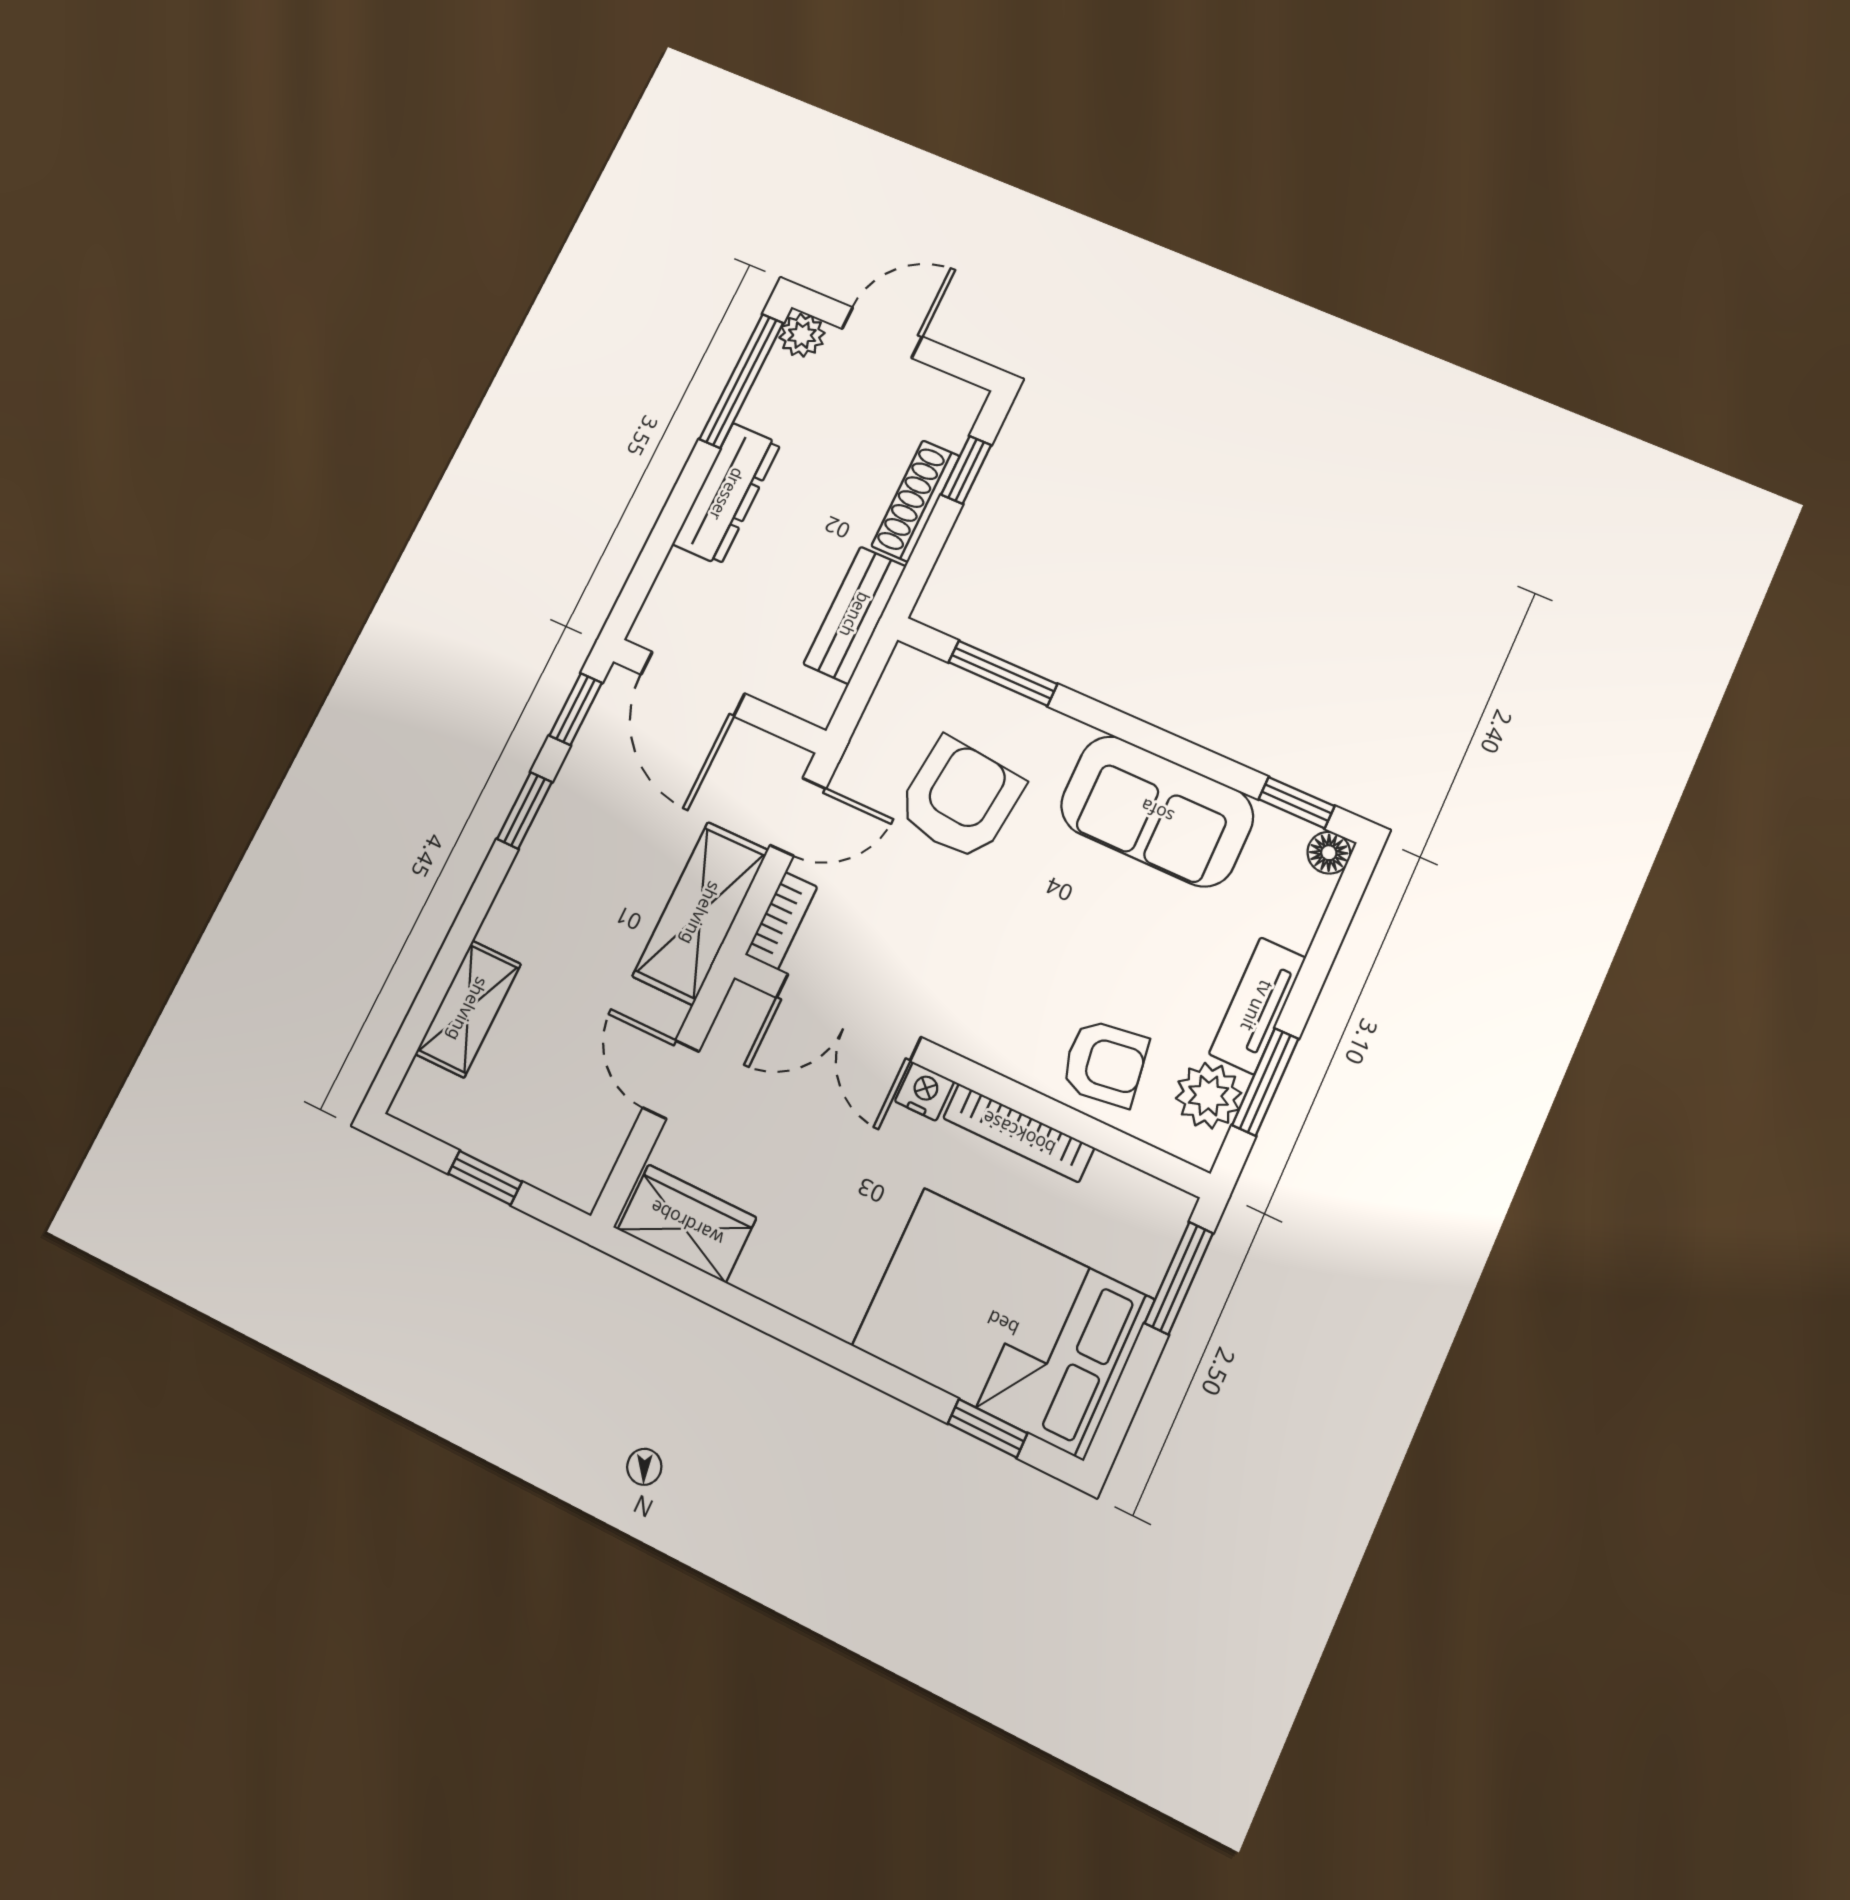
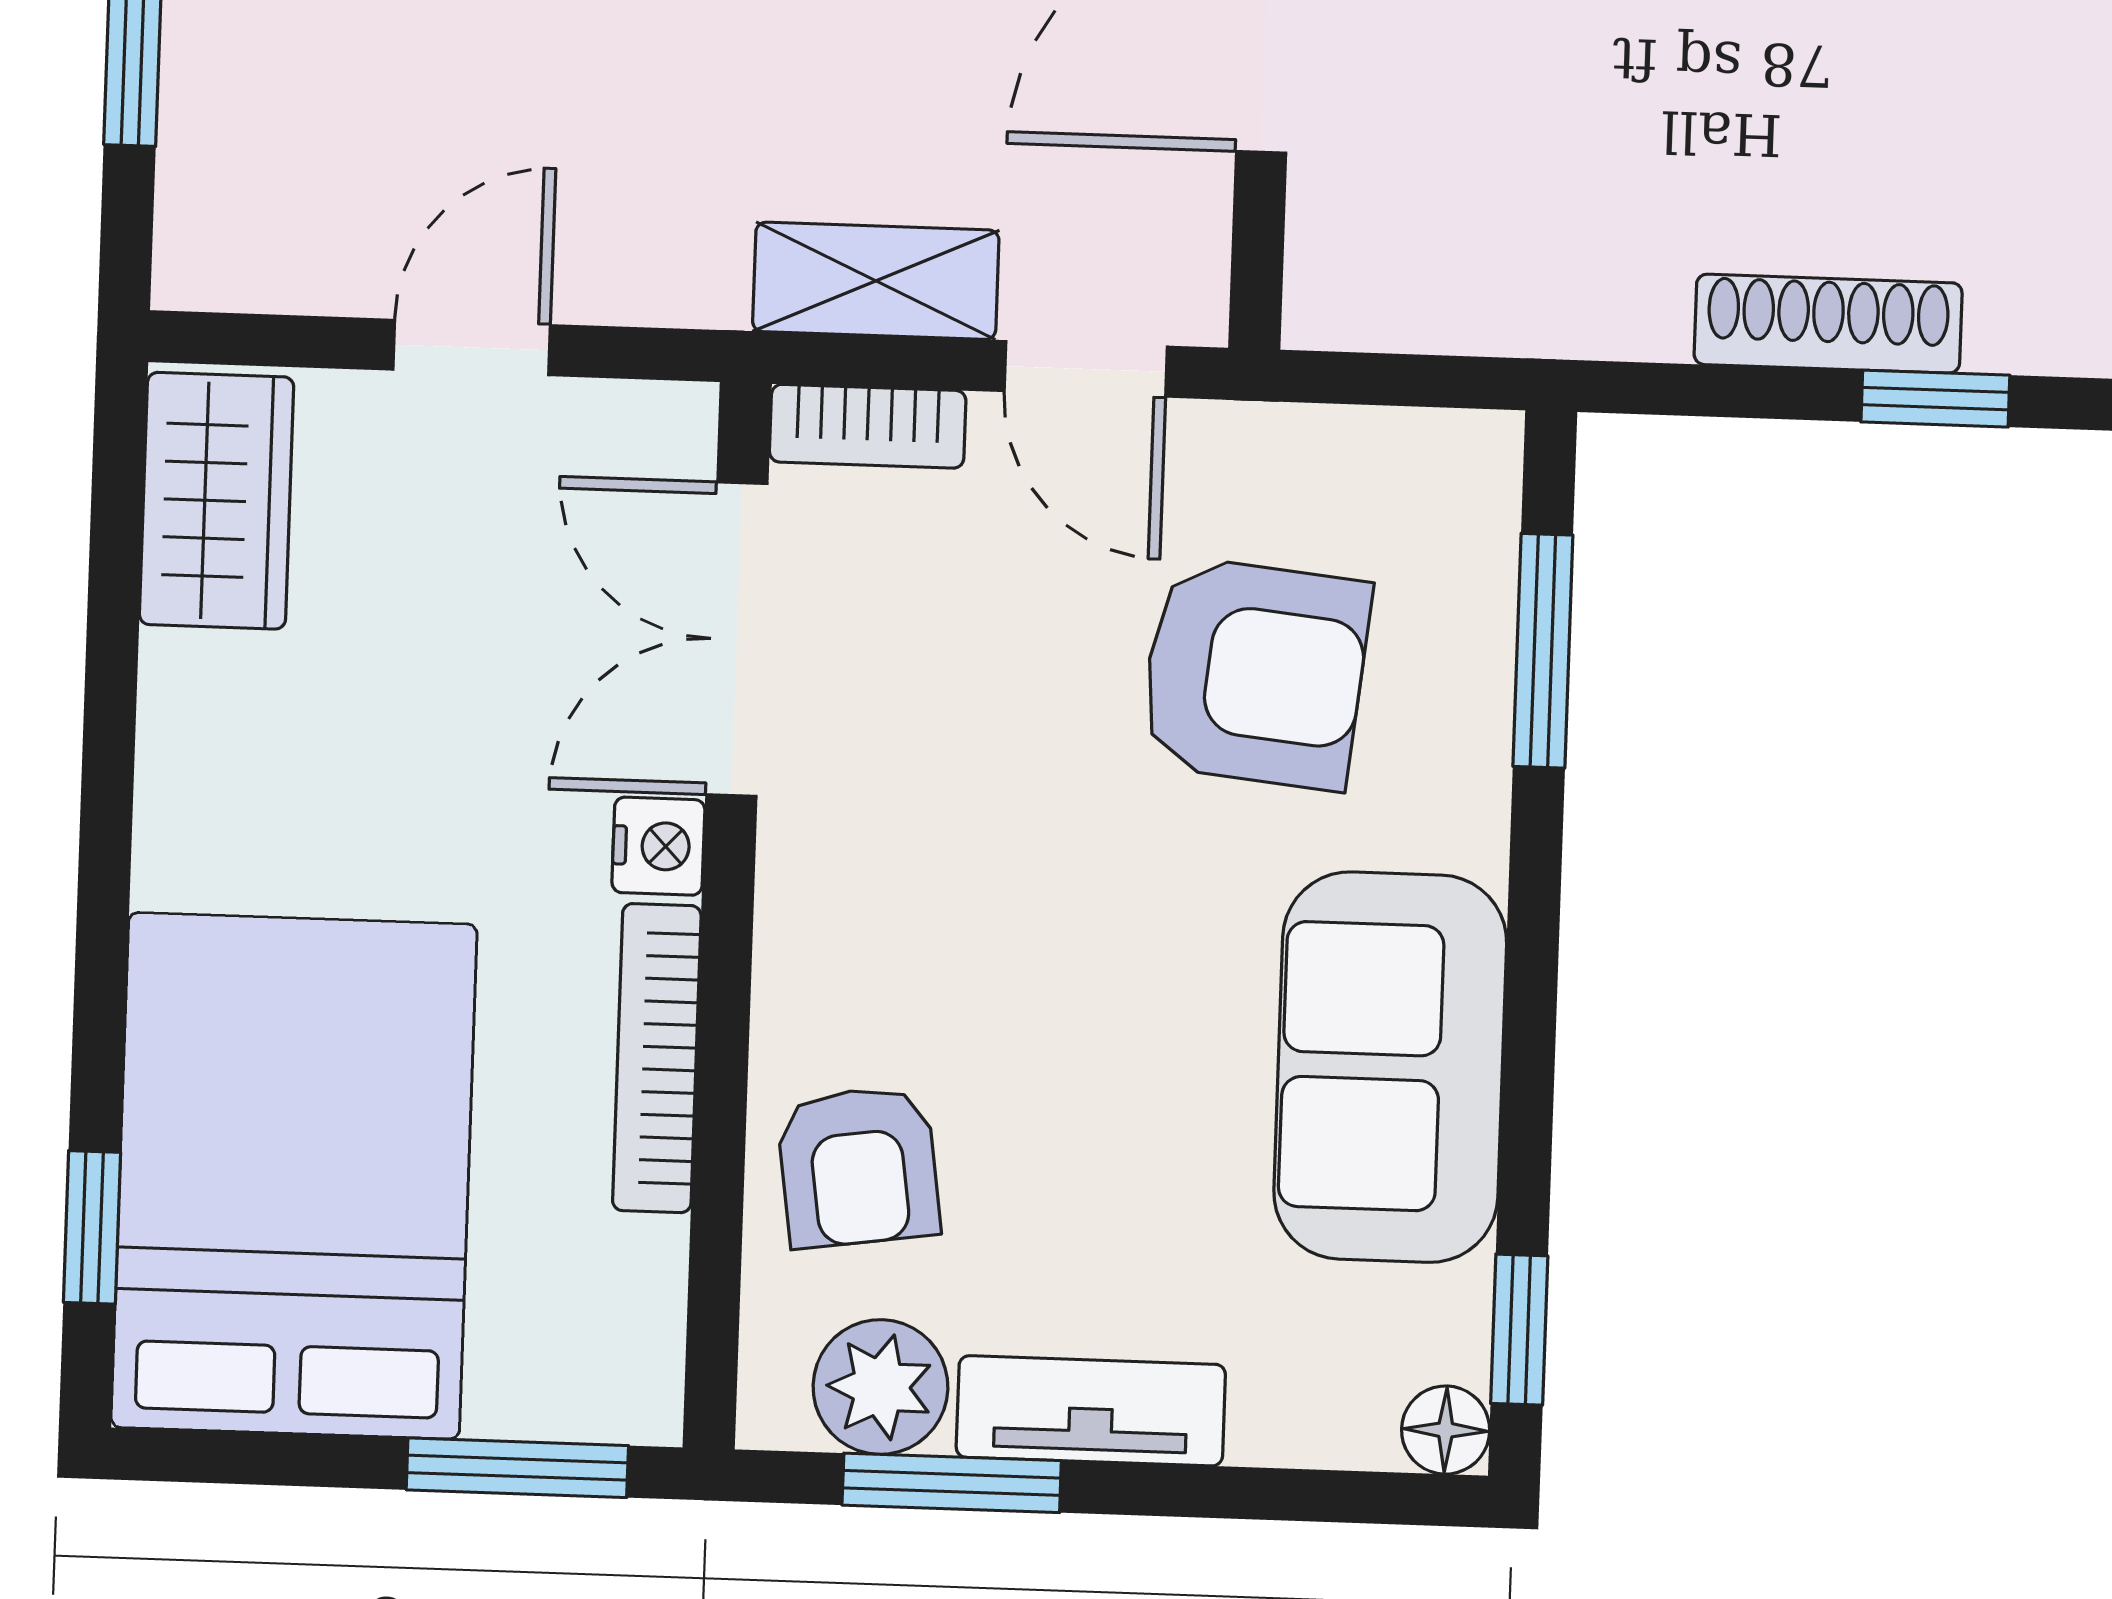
bench: (855, 615) -> (1540, 303), removed
shelving: (701, 913) -> (876, 281), width x0.67, depth x0.75

